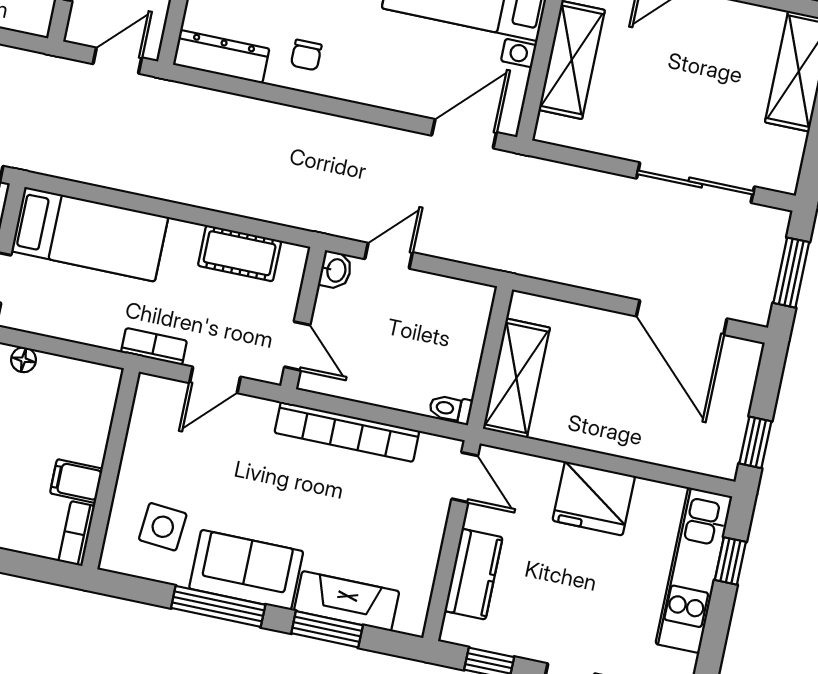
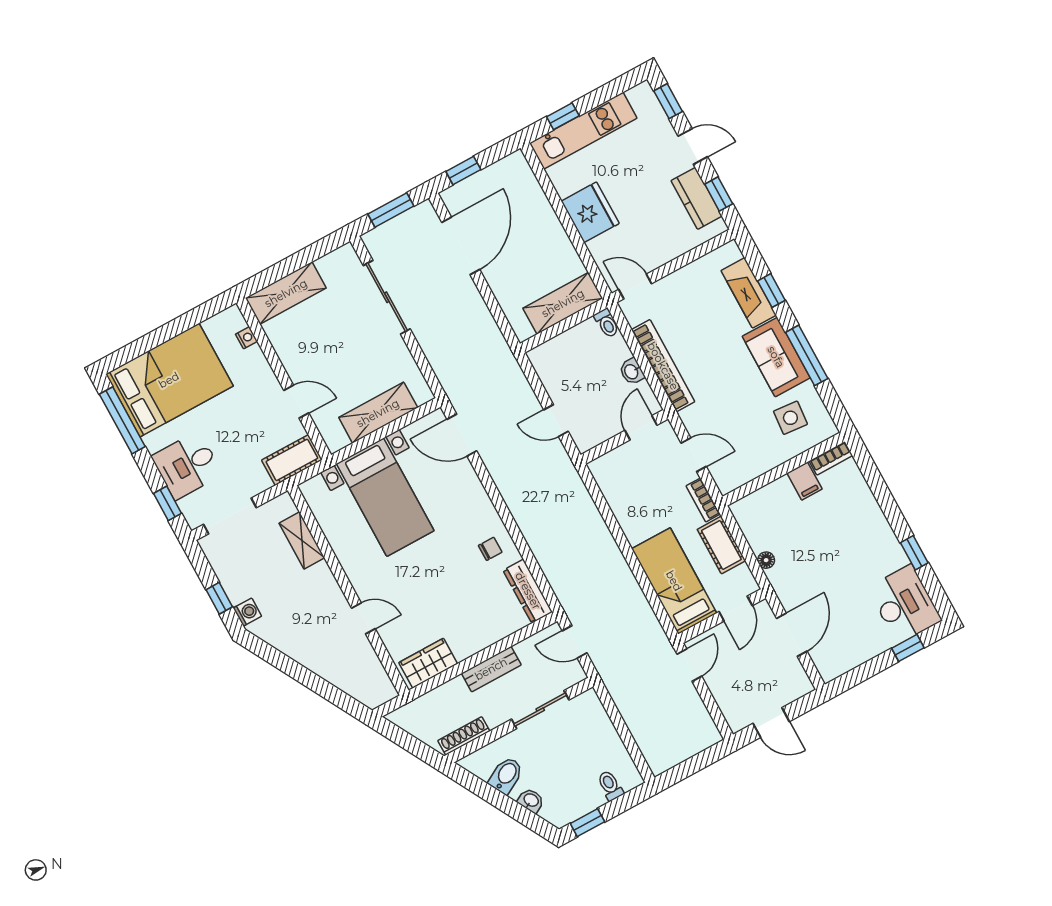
cot: (240, 253) -> (721, 545), moved
washbasin: (336, 270) -> (632, 371), moved, turned -90
window: (755, 442) -> (463, 170), moved
door: (465, 477) -> (635, 287), hinge flipped
kitchen counter: (474, 574) -> (697, 198), moved, turned -90
window: (327, 629) -> (771, 291), width x0.67

